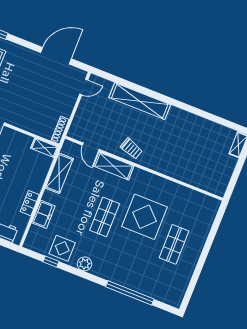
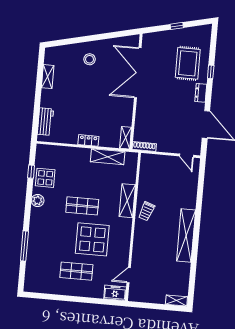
dresser: (20, 51) -> (201, 93), added
shelving: (140, 101) -> (186, 235), moved
door: (91, 147) -> (129, 275), moved
locker: (30, 203) -> (88, 140), moved
freezer: (43, 214) -> (115, 293), moved, turned 180
window: (130, 293) -> (24, 246), width x0.68

